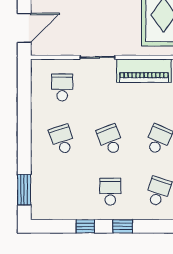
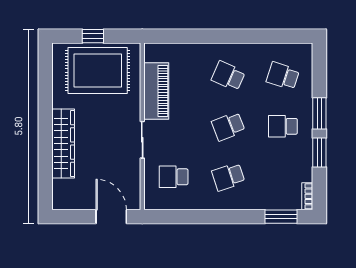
bookcase: (44, 215) -> (307, 196), added
window: (85, 226) -> (319, 153), width x1.50
window: (123, 226) -> (319, 113), width x1.50

